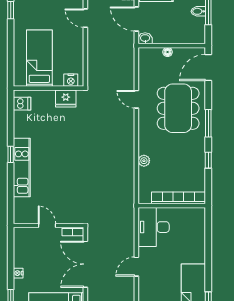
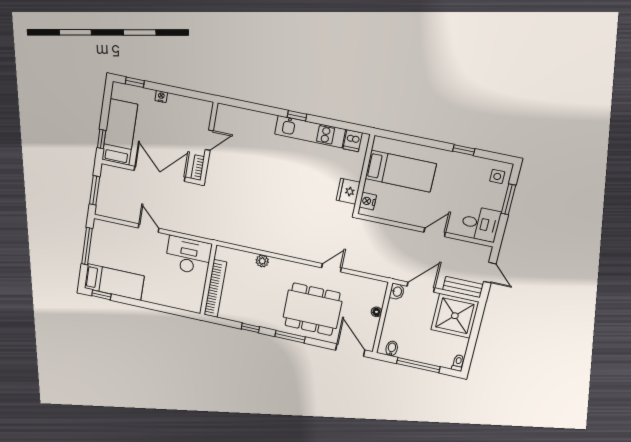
bidet: (198, 11) -> (392, 349), moved
kitchen unit: (22, 167) -> (310, 132), moved

